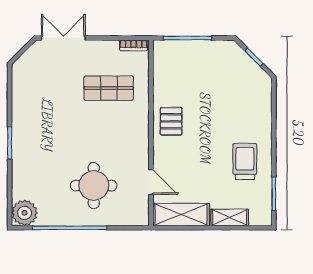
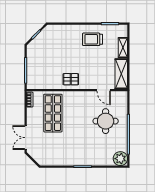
shop shelf: (109, 88) -> (53, 113), width x1.43, depth x1.36
door: (151, 182) -> (104, 90), swing flipped

